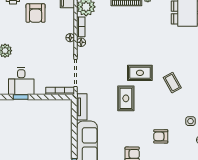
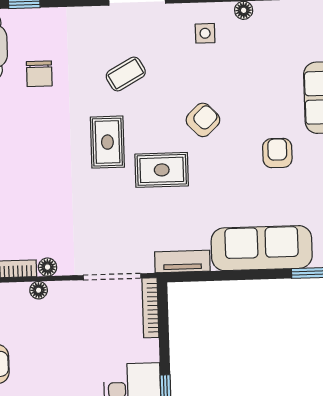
chair: (174, 41) -> (39, 74), added
armchair: (161, 136) -> (203, 120), moved, turned -134

